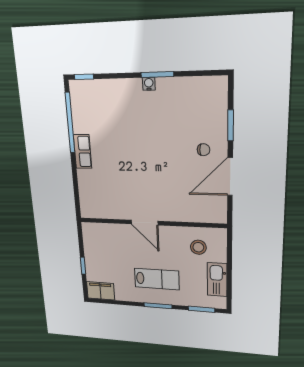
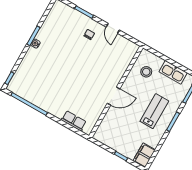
row of seats: (83, 151) -> (74, 121), moved
door: (230, 177) -> (113, 28), width x0.53

